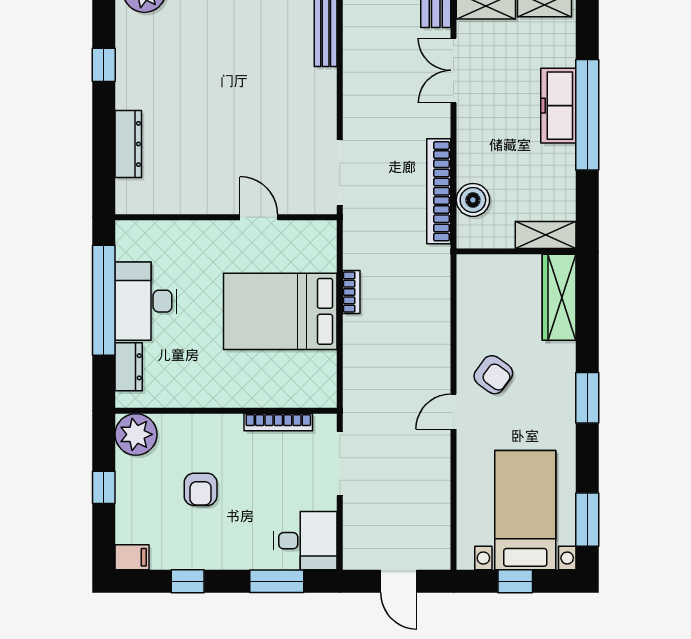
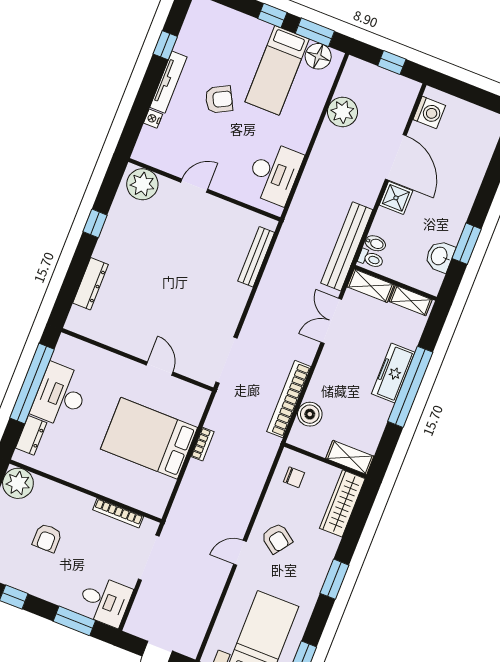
chair: (485, 288) -> (294, 477), added

